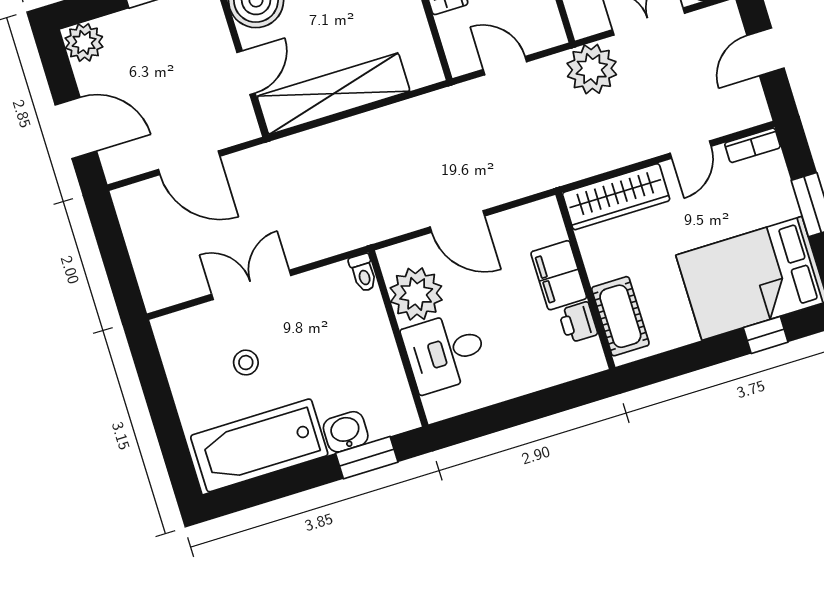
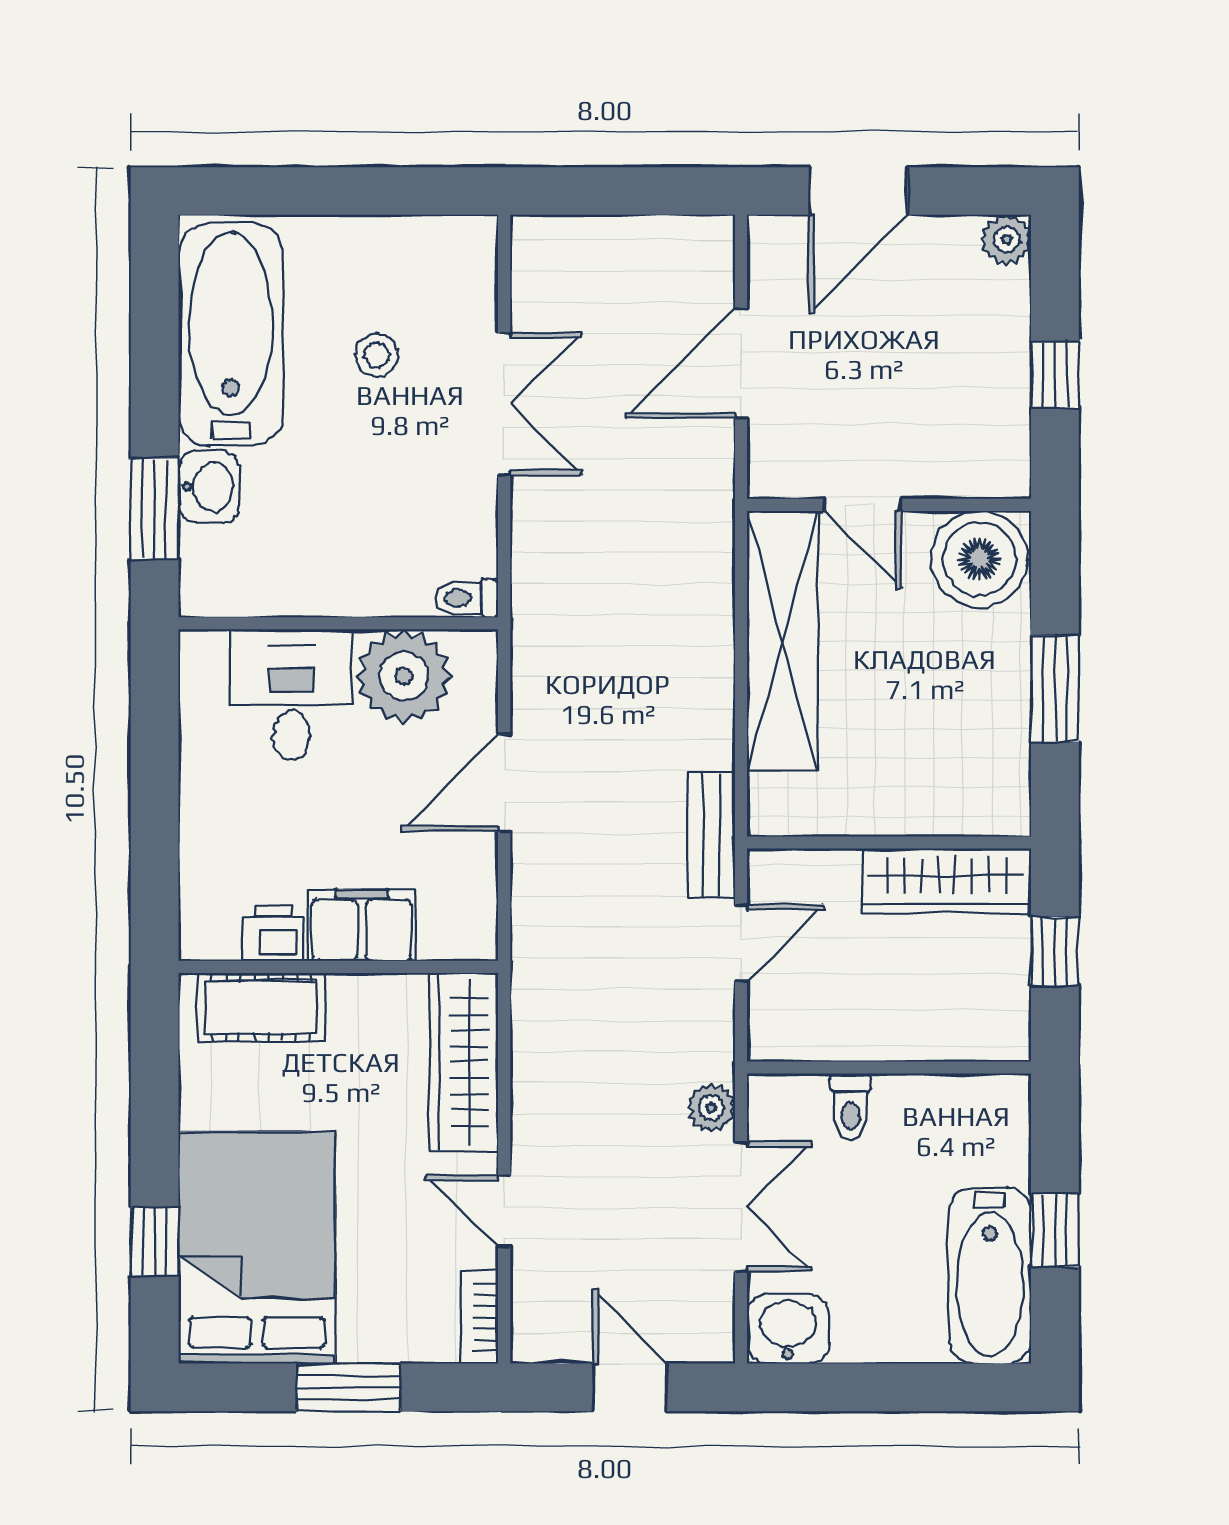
plant: (84, 42) -> (1006, 239), width x0.73, depth x0.73
plant: (592, 69) -> (711, 1108), width x0.53, depth x0.53
bench: (451, 100) -> (711, 835), added

